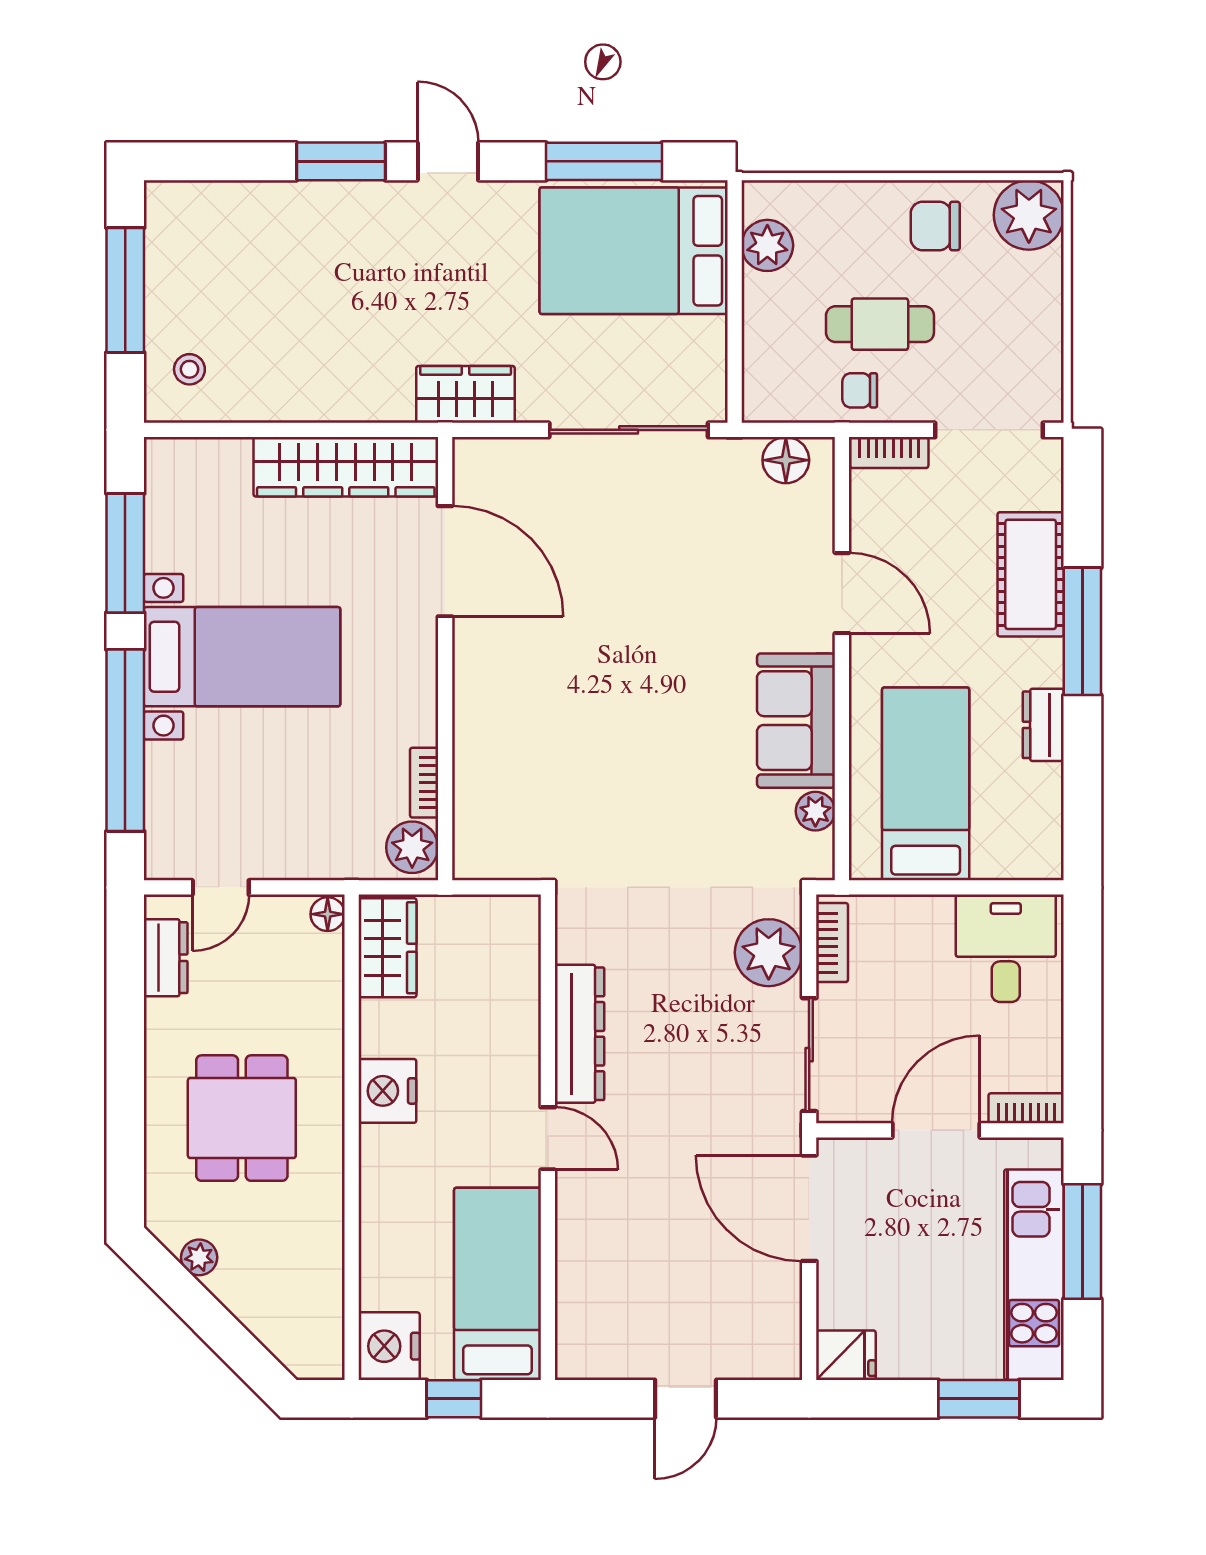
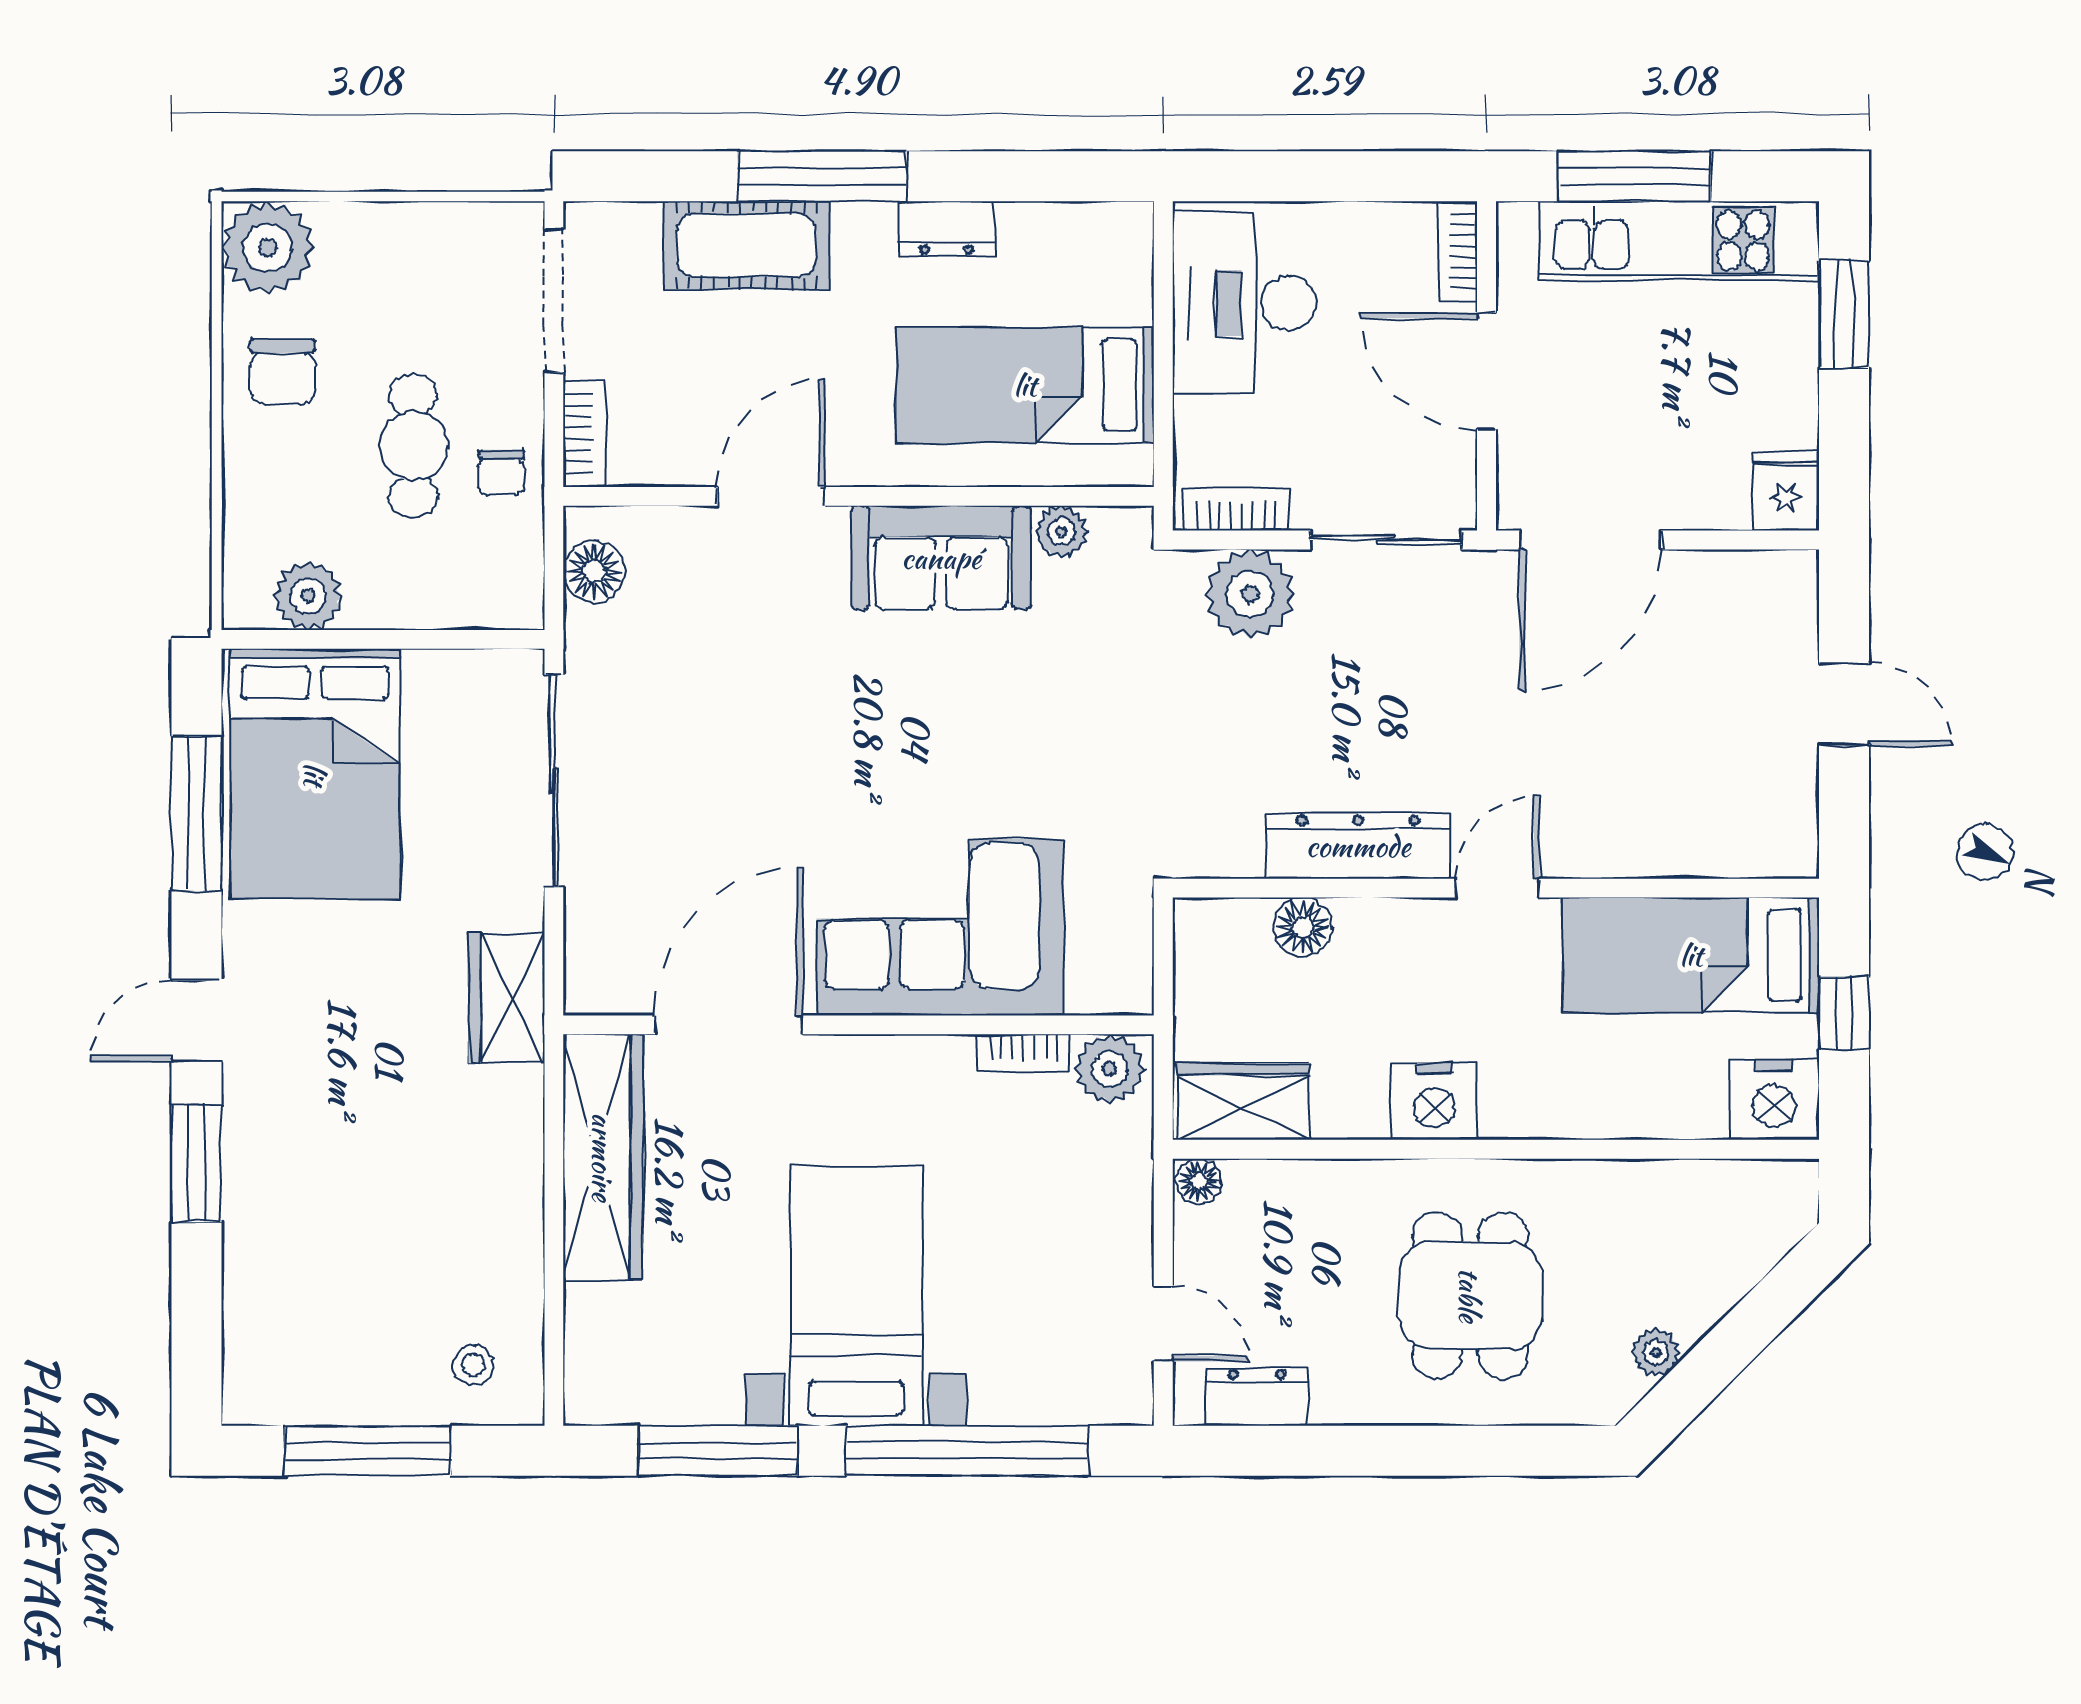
corner sofa: (518, 720) -> (940, 927), added
desk: (1006, 948) -> (1244, 303), width x1.37
floor lamp: (519, 992) -> (1303, 927), added
dining table: (242, 1118) -> (1470, 1295), turned 90

